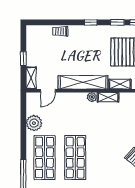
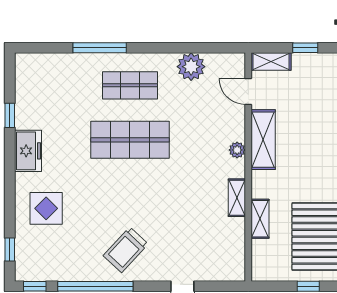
shelving: (83, 82) -> (263, 140), width x0.68
plant: (92, 97) -> (237, 150), moved
shop shelf: (45, 158) -> (130, 85), width x0.70, depth x0.74

